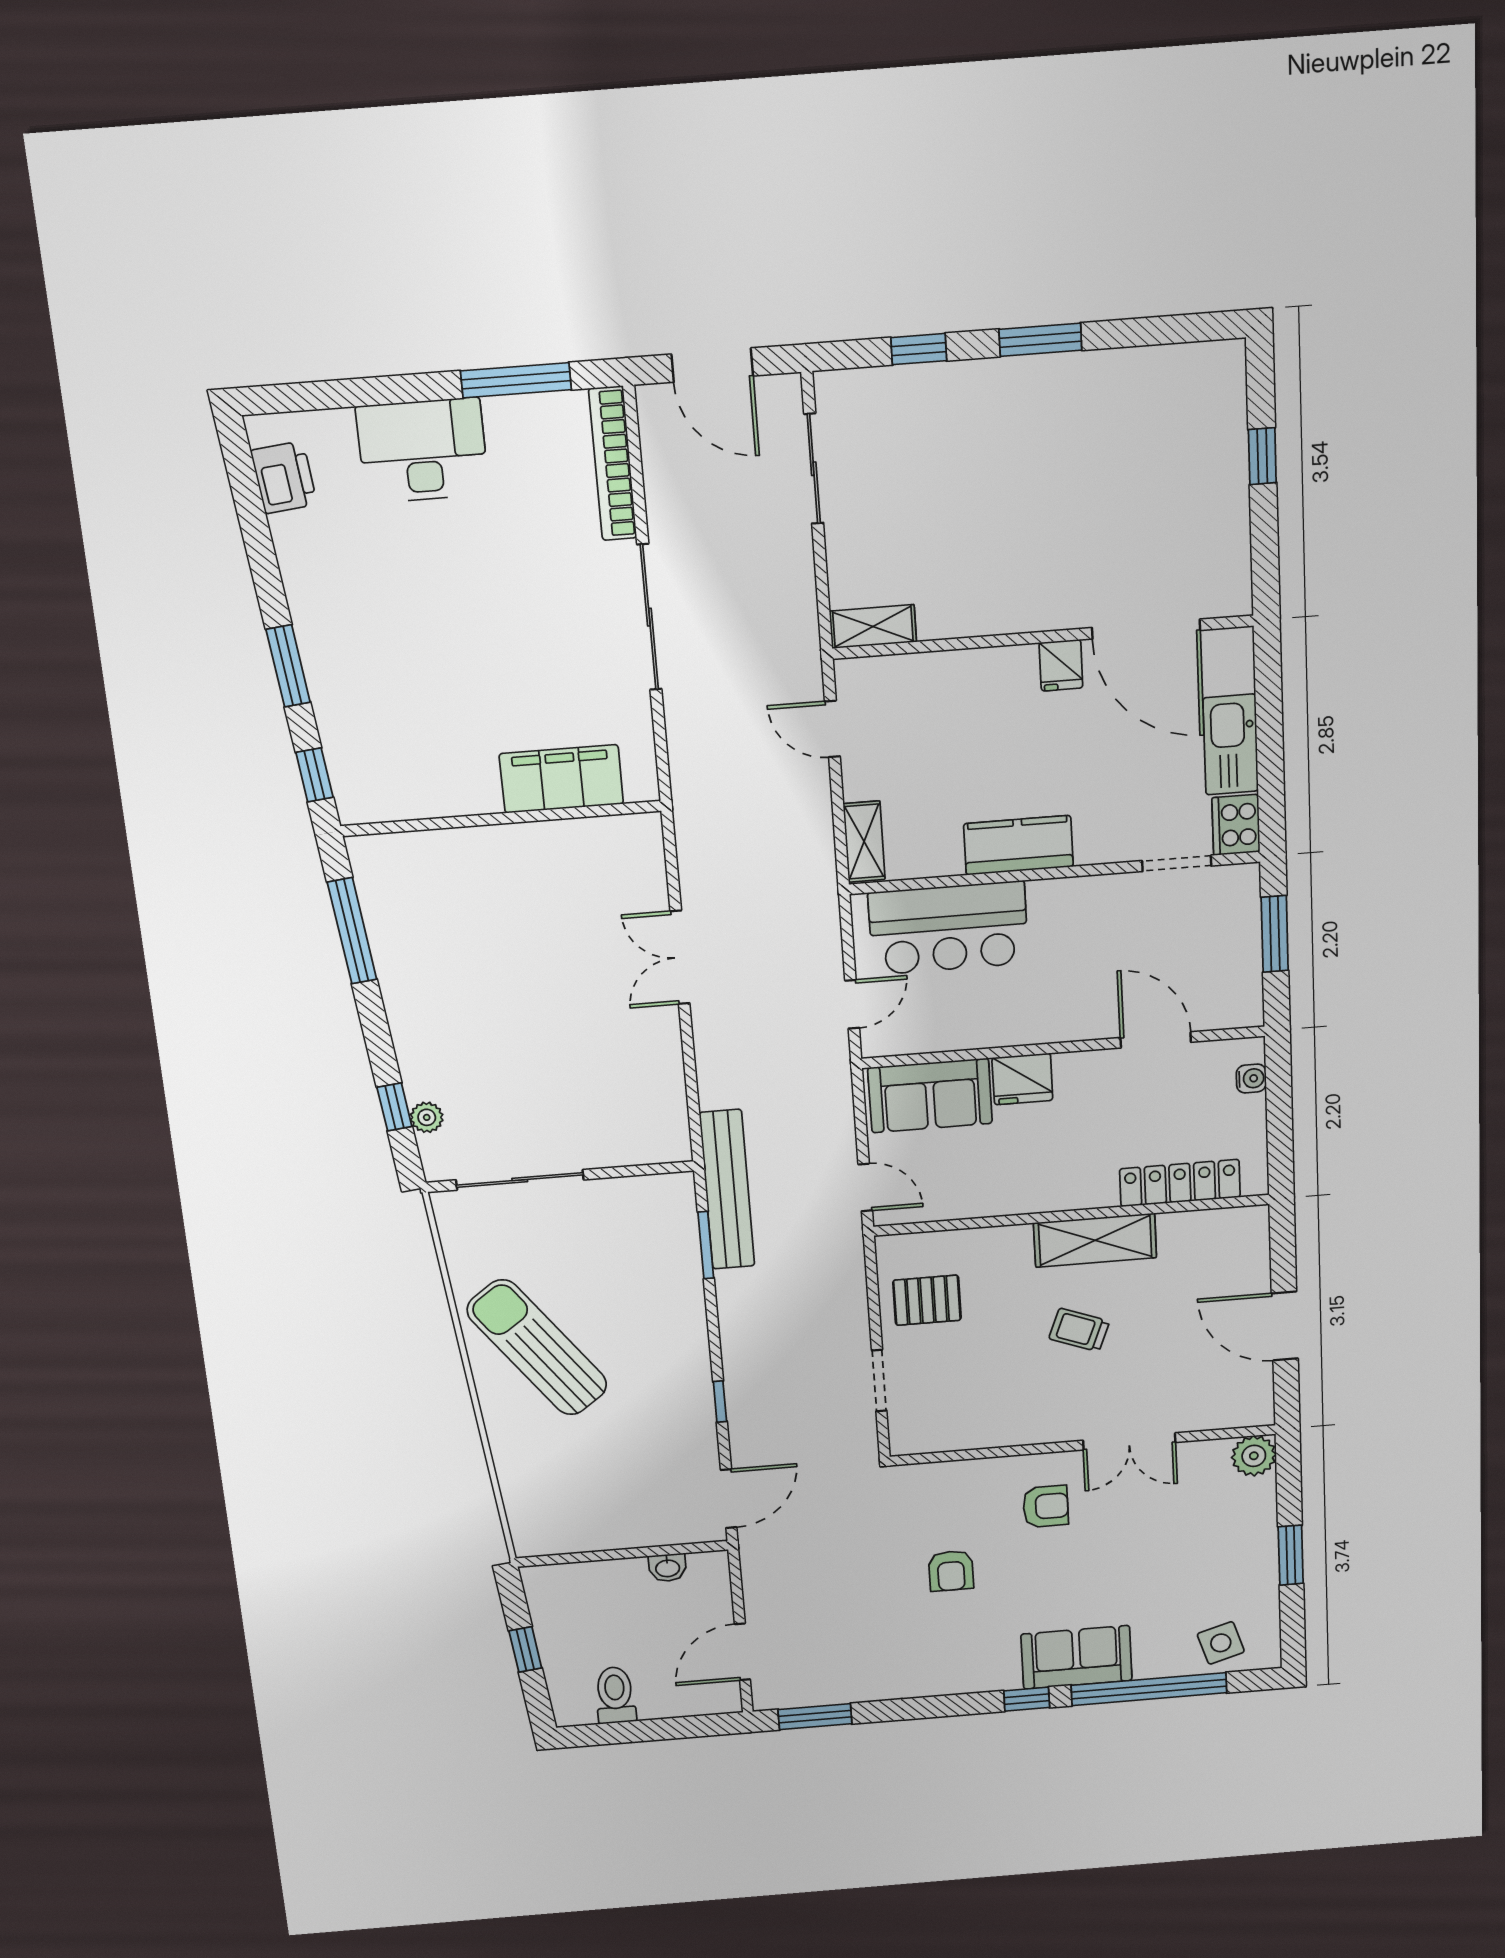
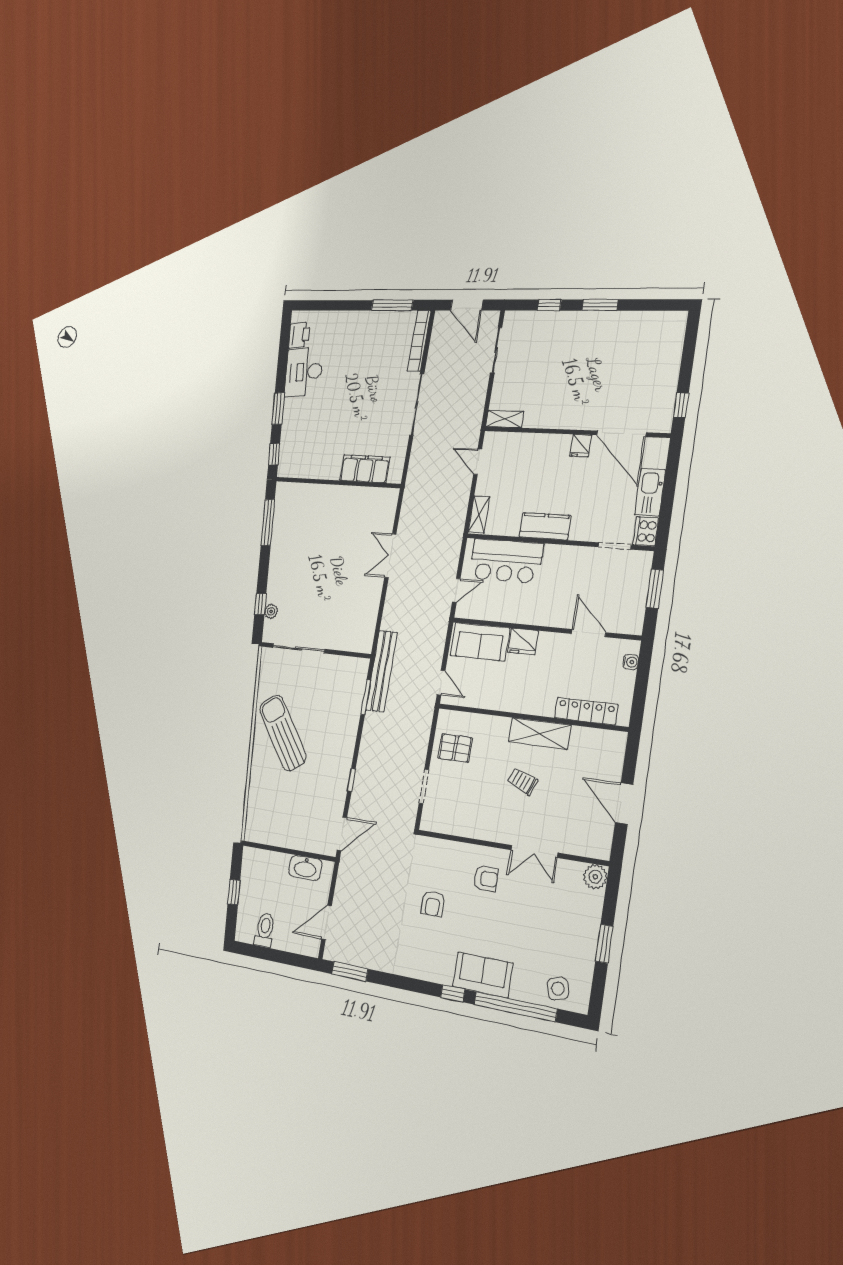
desk: (423, 451) -> (304, 372), moved, turned -96
window: (1262, 456) -> (681, 405), moved
washbasin: (668, 1568) -> (305, 868), width x1.91, depth x1.45

